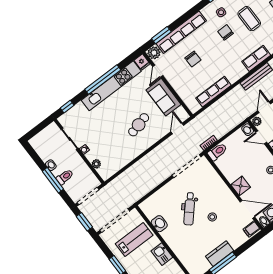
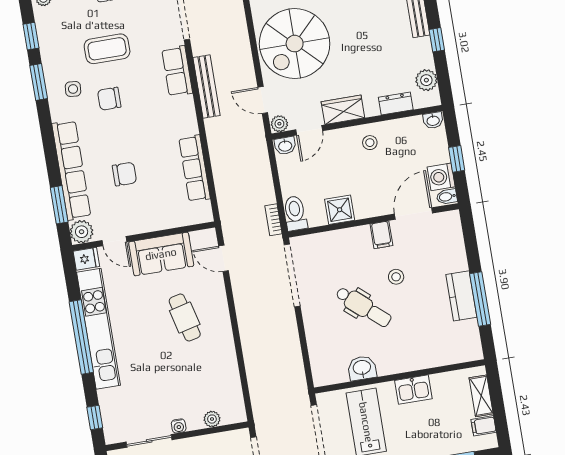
shower: (241, 186) -> (340, 210), moved
filing cabinet: (252, 229) -> (381, 235), moved

